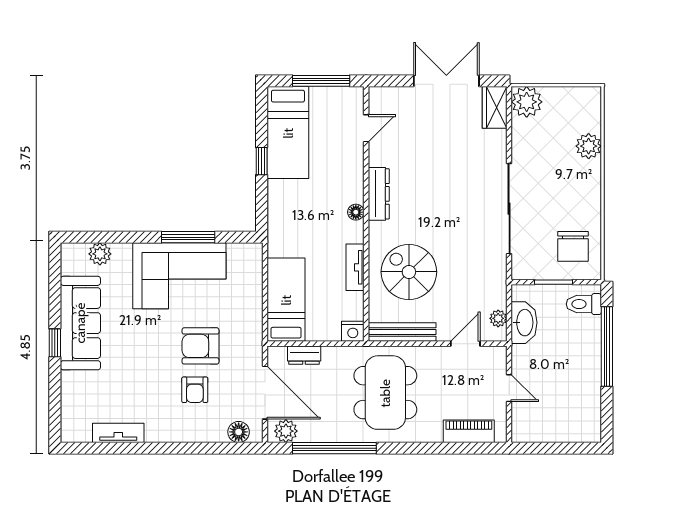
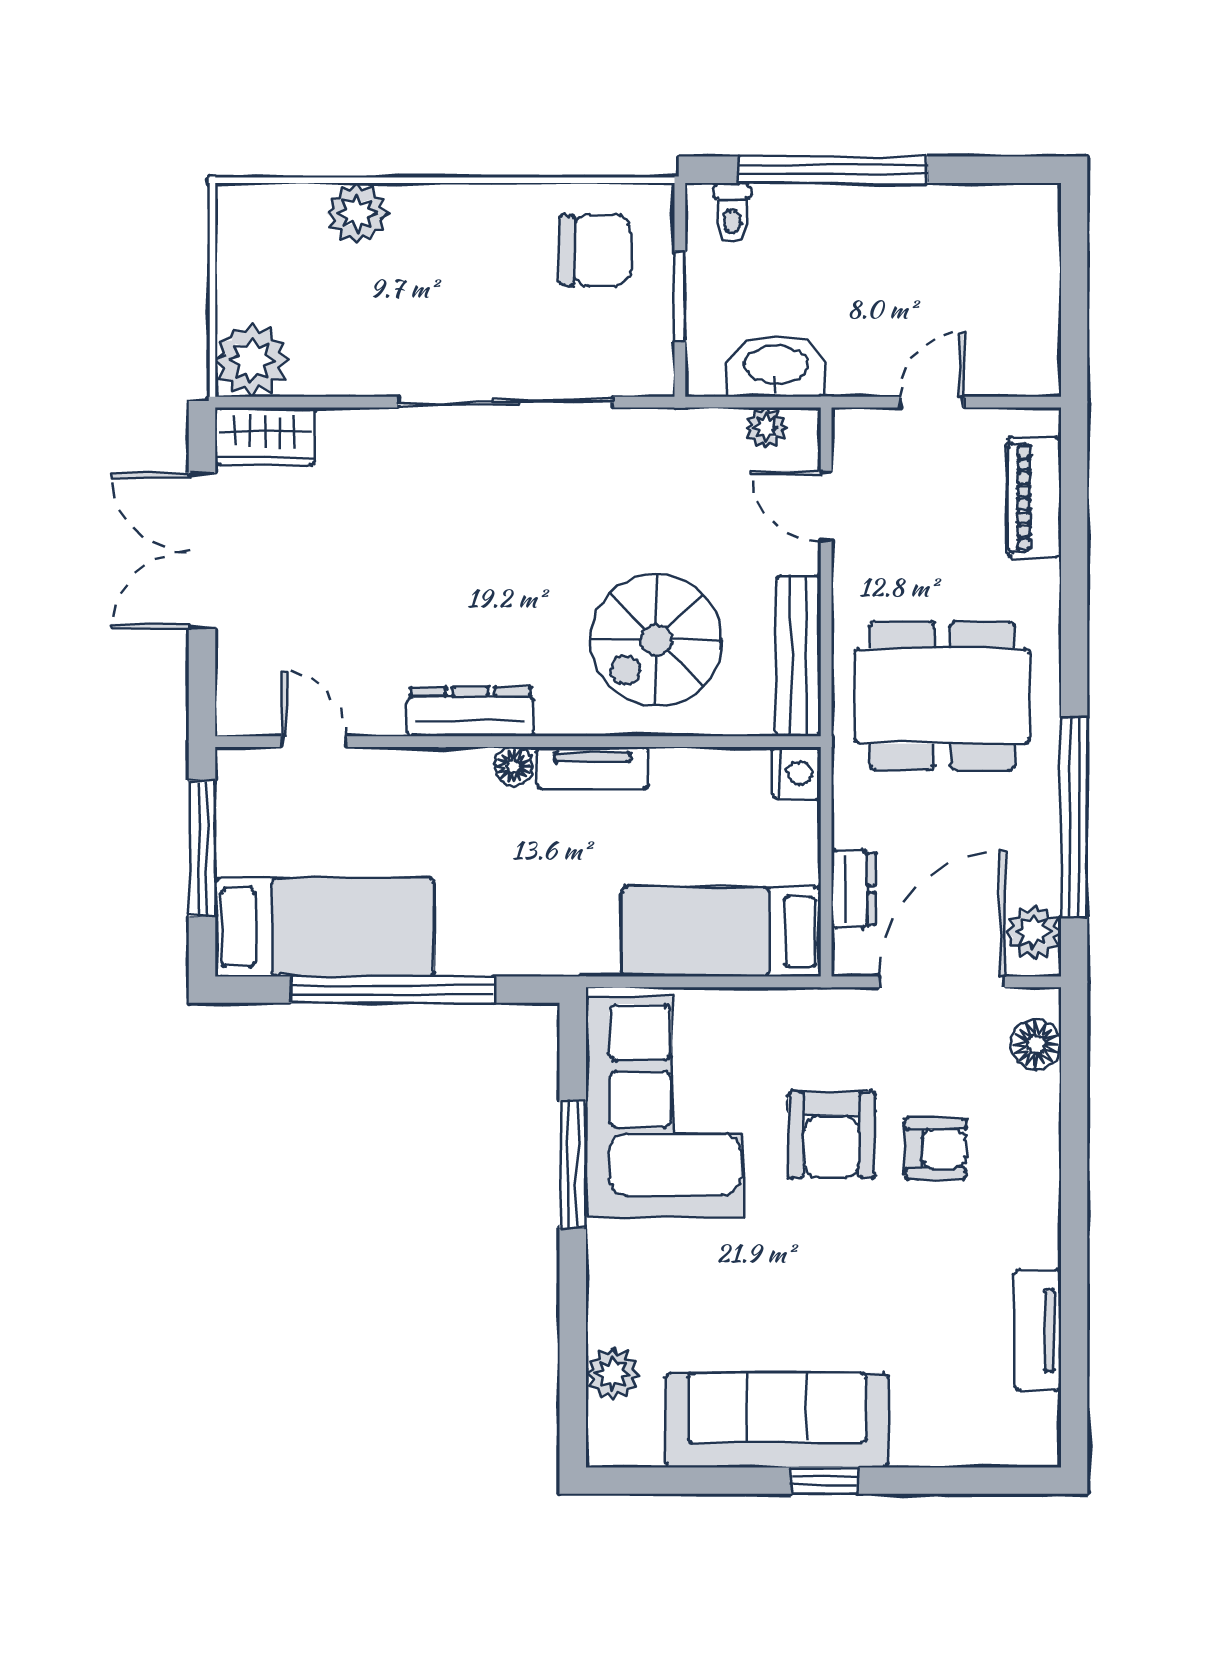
window: (262, 161) -> (393, 990), width x3.17
tv unit: (355, 267) -> (593, 768), moved
corner sofa: (179, 276) -> (665, 1107), moved
toilet: (584, 304) -> (732, 213), width x0.73, depth x0.72

